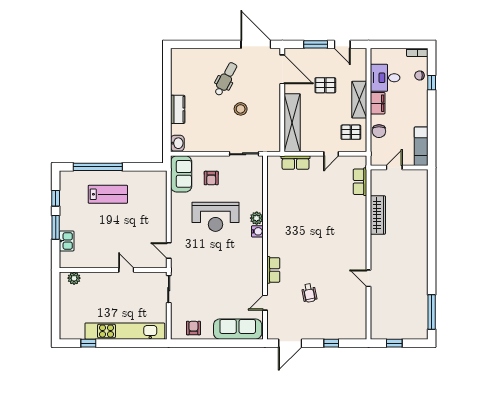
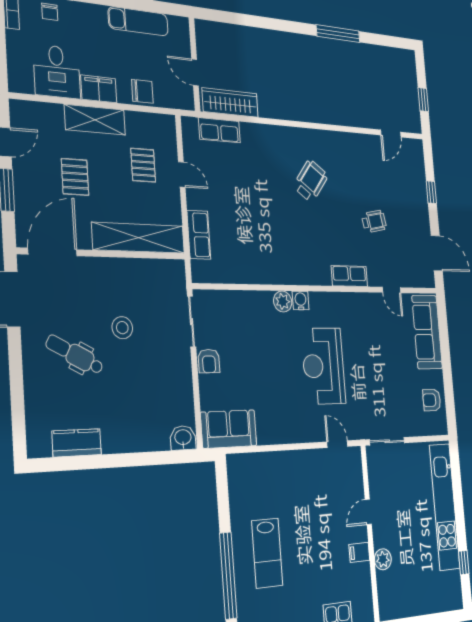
kitchen counter: (178, 109) -> (77, 443), moved
pallet: (351, 132) -> (143, 165), moved
exam couch: (421, 146) -> (138, 21), moved
armchair: (211, 178) -> (209, 361), moved, turned 90
lab bench: (108, 194) -> (267, 553), turned 180
wardrobe: (378, 215) -> (230, 103), moved
reception desk: (215, 217) -> (323, 366), moved, turned 180
wheelchair: (333, 246) -> (311, 181), added
door: (169, 251) -> (337, 444), swing flipped
filing cabinet: (102, 261) -> (359, 552), added
plant: (74, 278) -> (383, 559), moved
door: (369, 278) -> (391, 134), moved
window: (432, 312) -> (338, 34), moved

